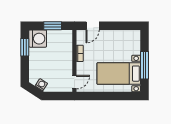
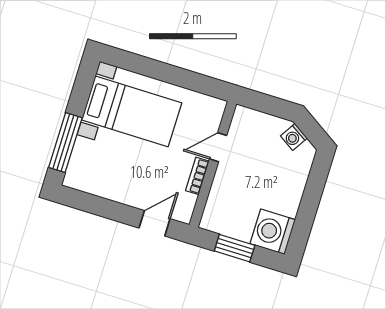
window: (25, 47) -> (304, 222), removed
window: (145, 65) -> (65, 143), moved
door: (74, 82) -> (218, 147), moved

